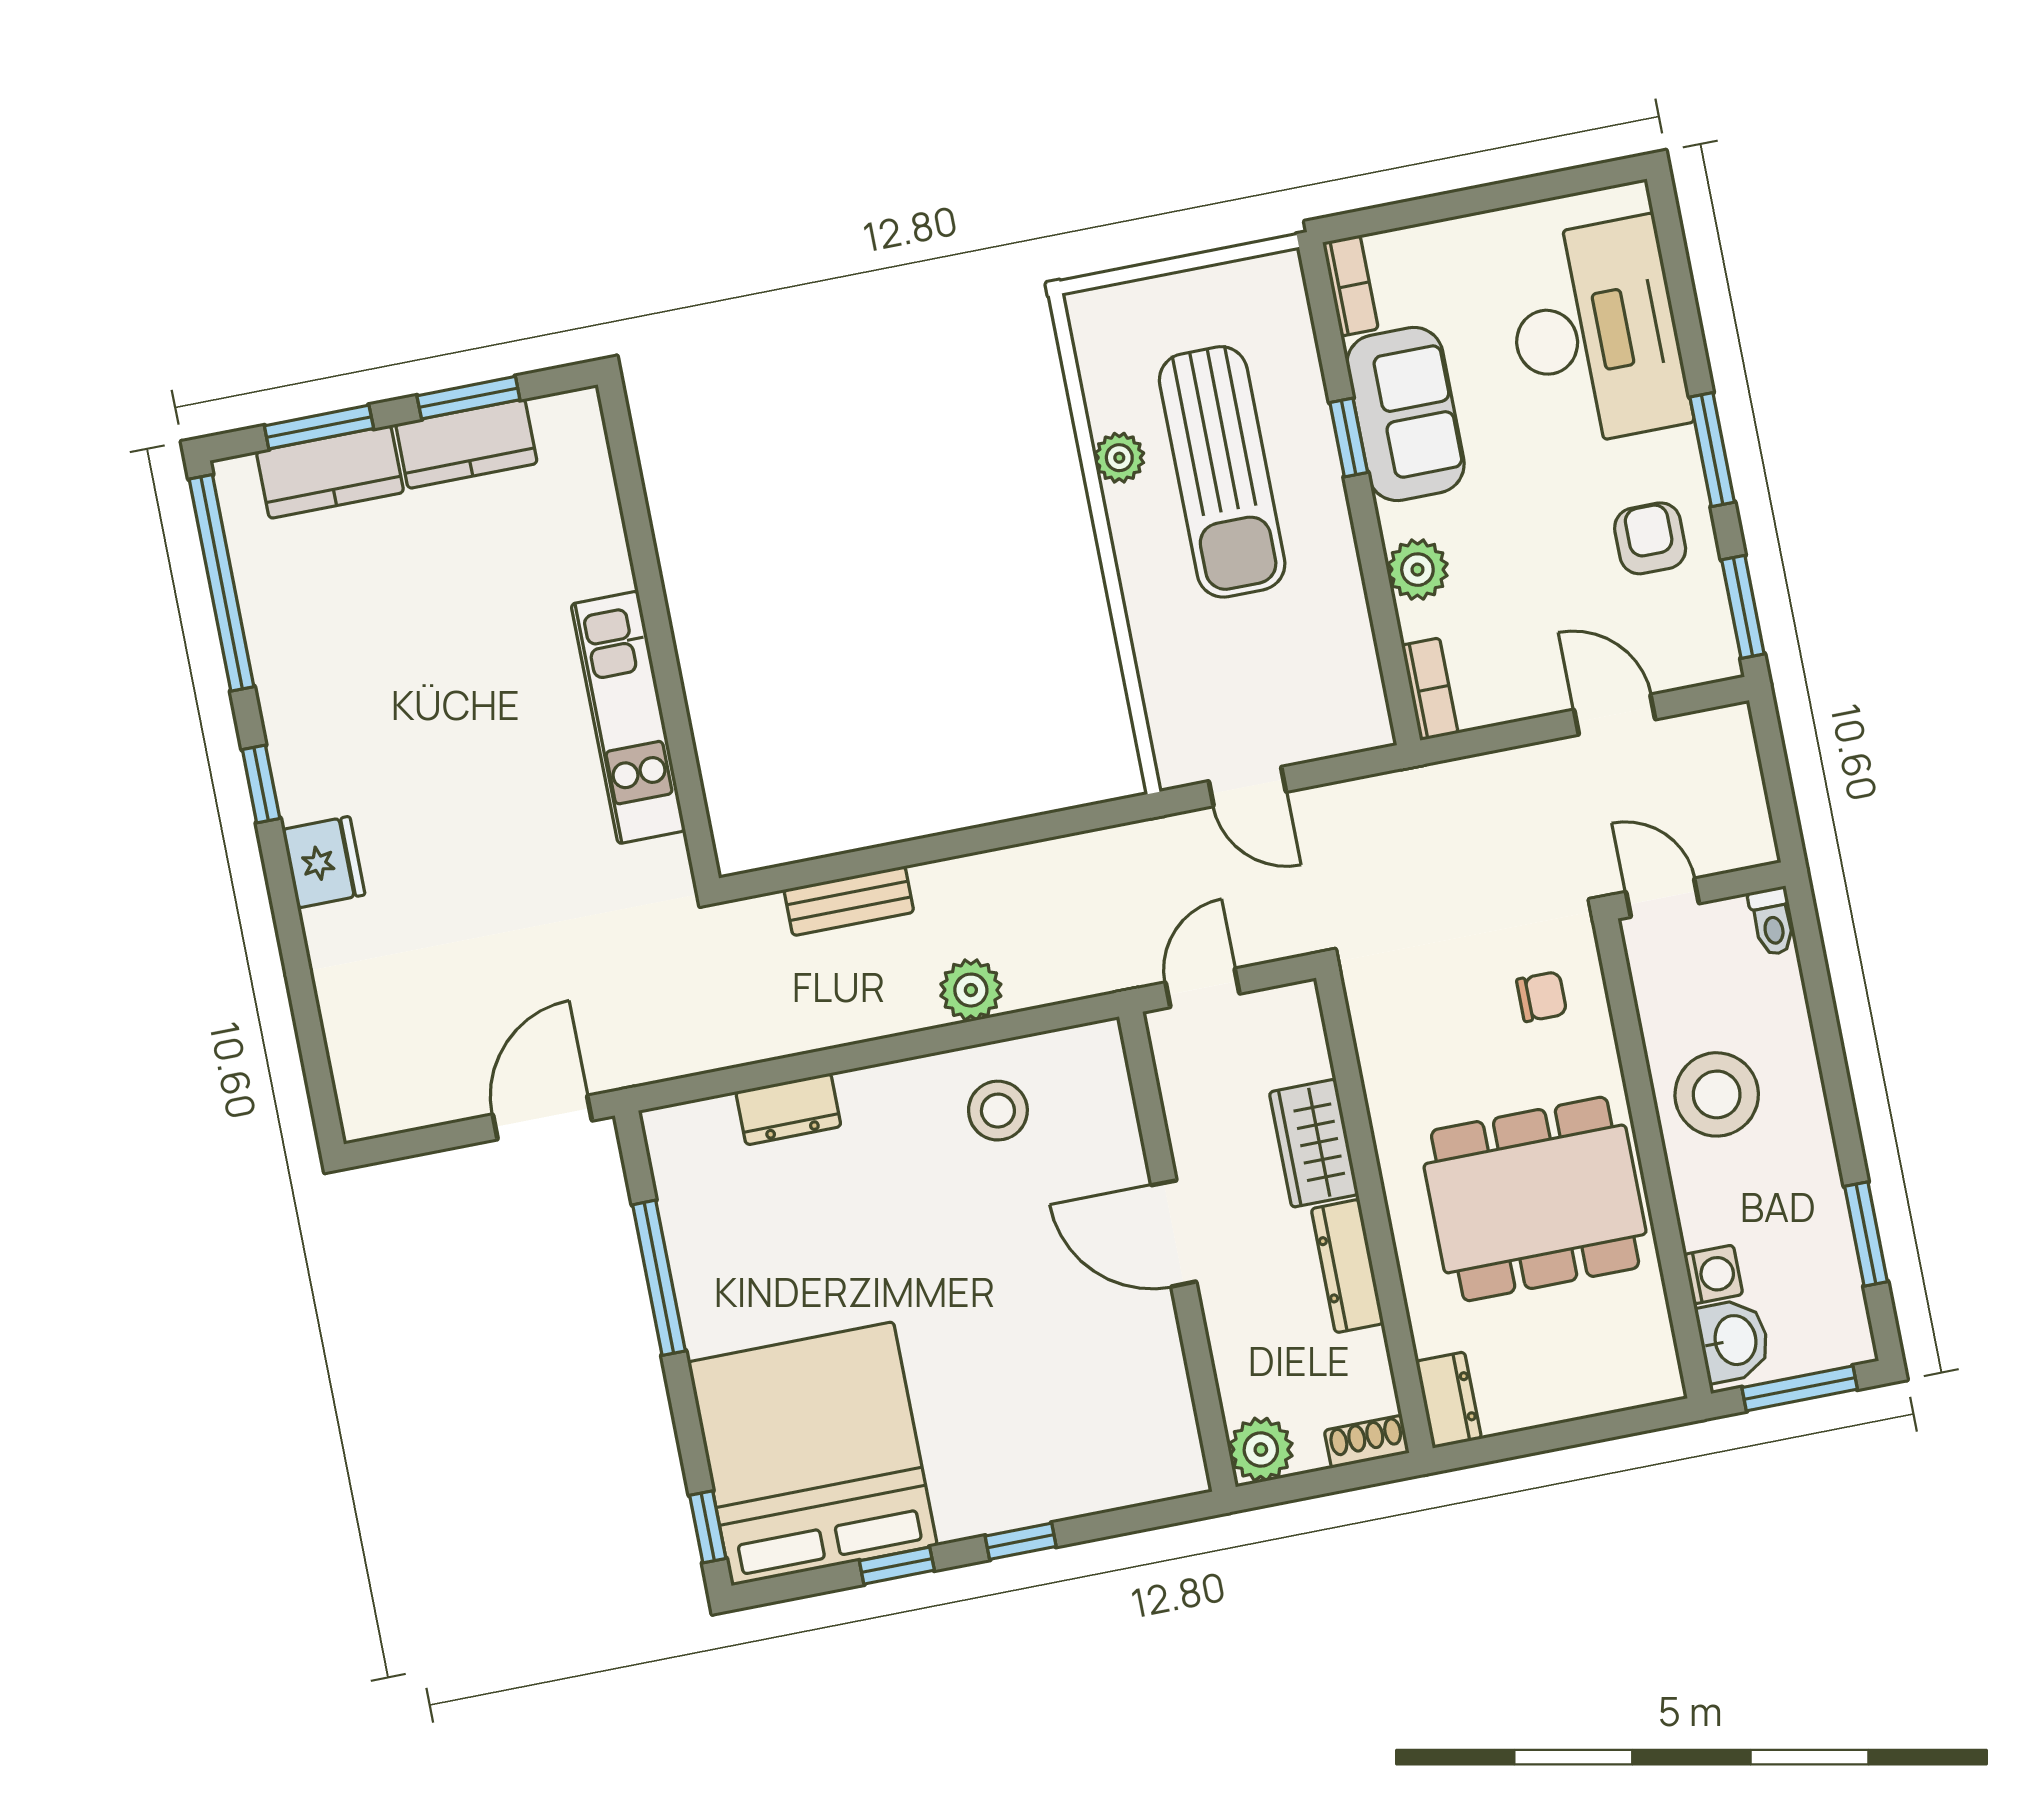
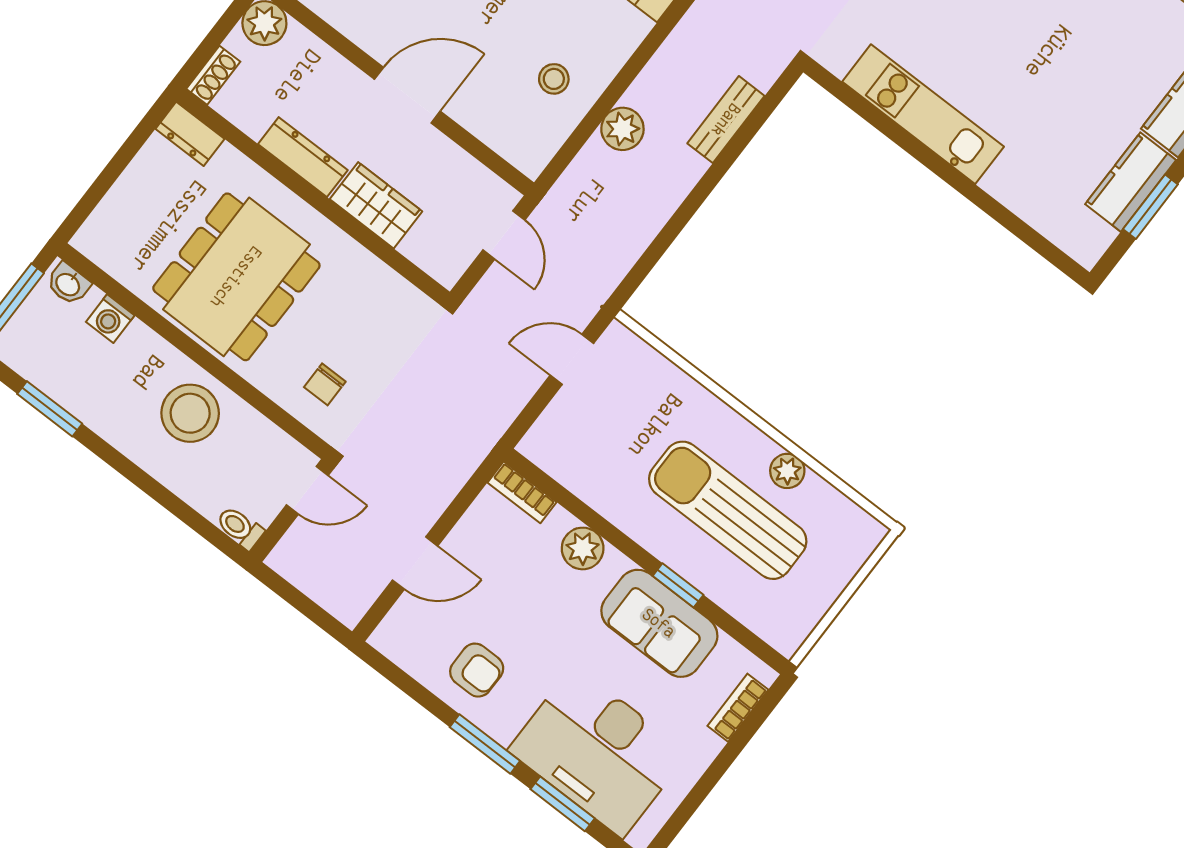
bookcase: (1350, 286) -> (738, 708), moved, turned 90
window: (1743, 607) -> (563, 804), moved
stool: (998, 1111) -> (554, 79), width x0.73, depth x0.73
washbasin: (1734, 1340) -> (68, 284), width x0.72, depth x0.69

